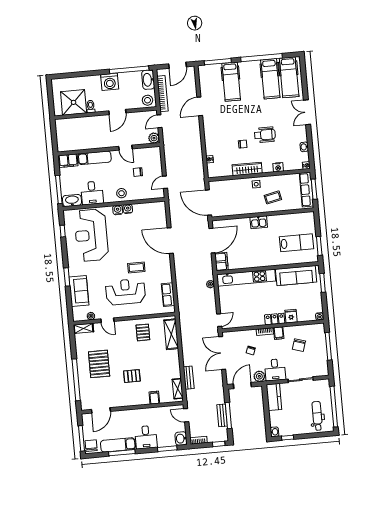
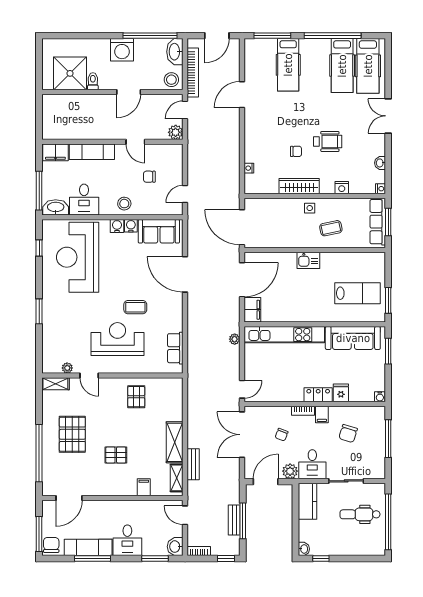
sofa: (79, 291) -> (159, 231), moved, turned 90
shelving: (171, 334) -> (175, 442), moved
dental chair: (317, 416) -> (360, 514), moved, turned -90

